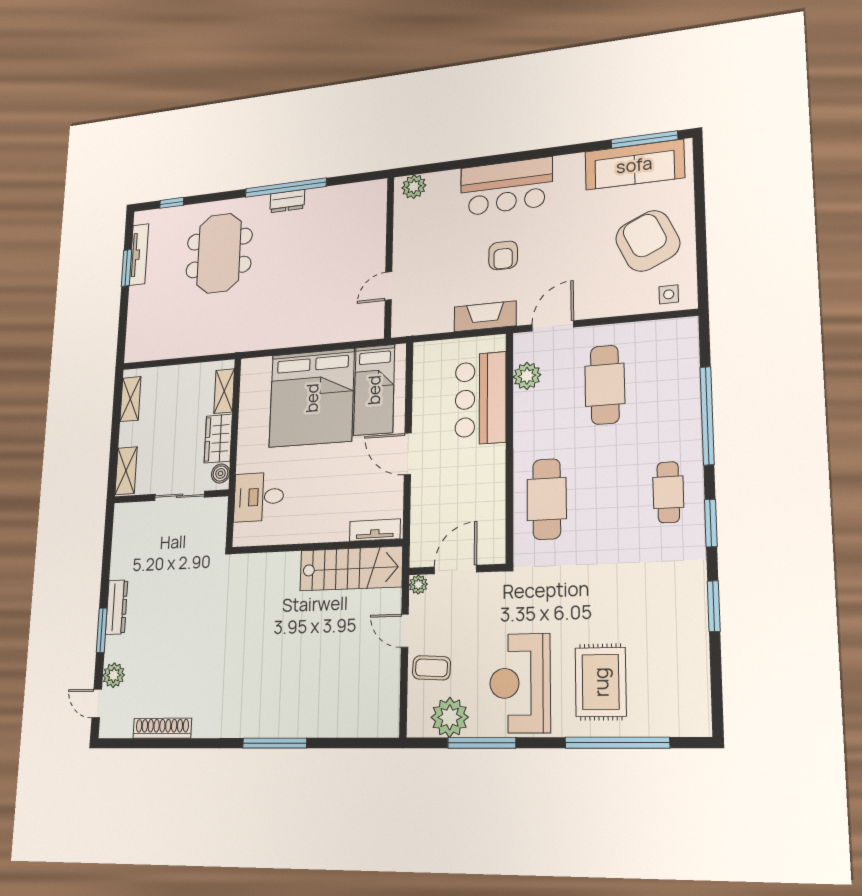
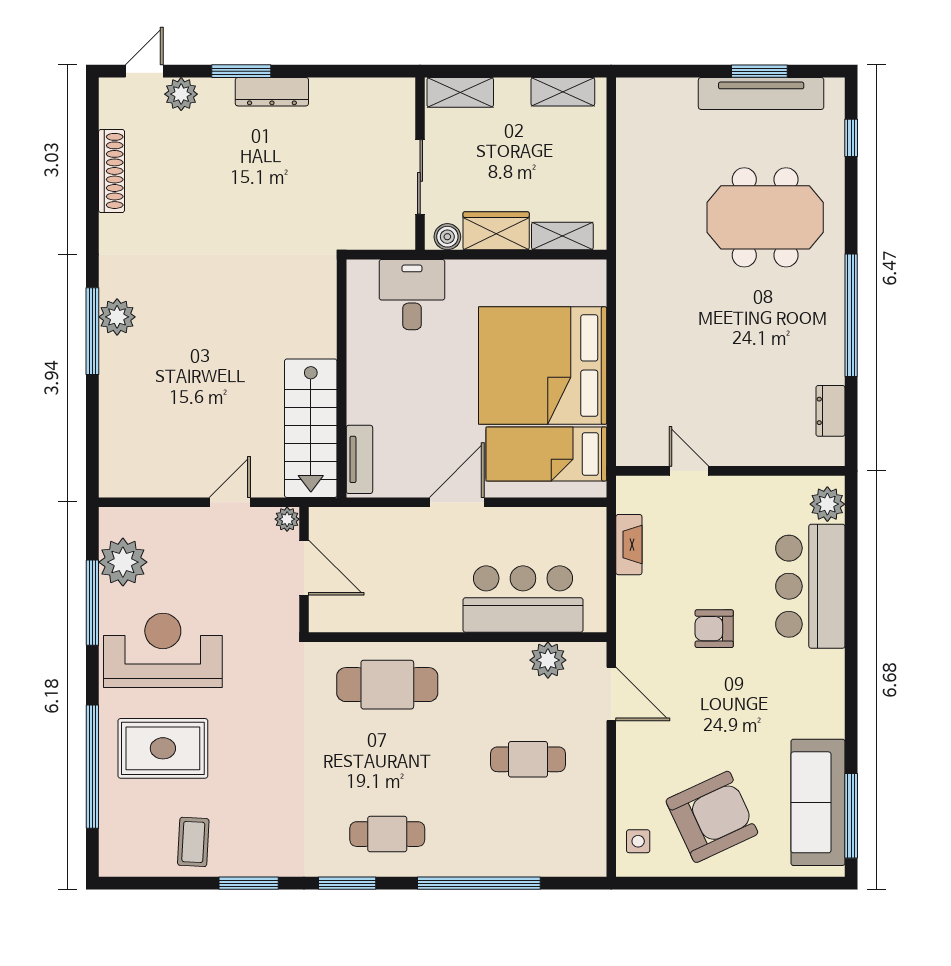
bar counter: (506, 187) -> (810, 586), moved
dresser: (287, 201) -> (830, 411), moved
tv unit: (139, 255) -> (761, 93), width x1.36, depth x1.29
fireplace: (485, 316) -> (629, 545), moved, width x0.73, depth x0.76
cafe table: (605, 385) -> (528, 759), width x0.73, depth x0.74
coffee table: (431, 668) -> (193, 842), moved
plant: (265, 723) -> (117, 317), added

